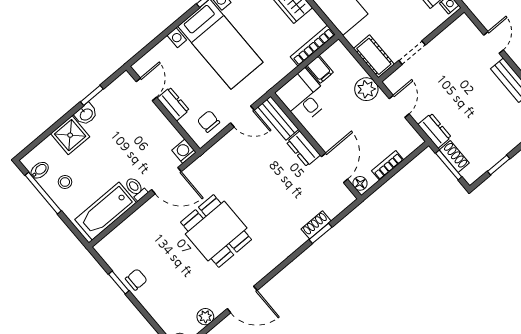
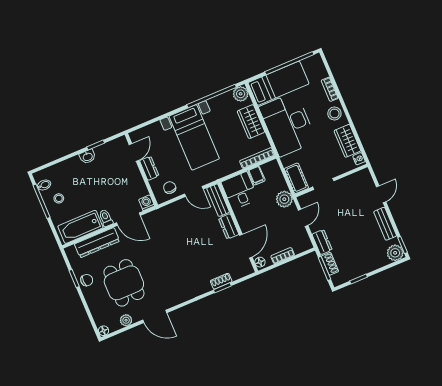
shower: (70, 135) -> (72, 168), removed
dresser: (134, 225) -> (97, 243), added
dining table: (216, 231) -> (124, 283), moved

